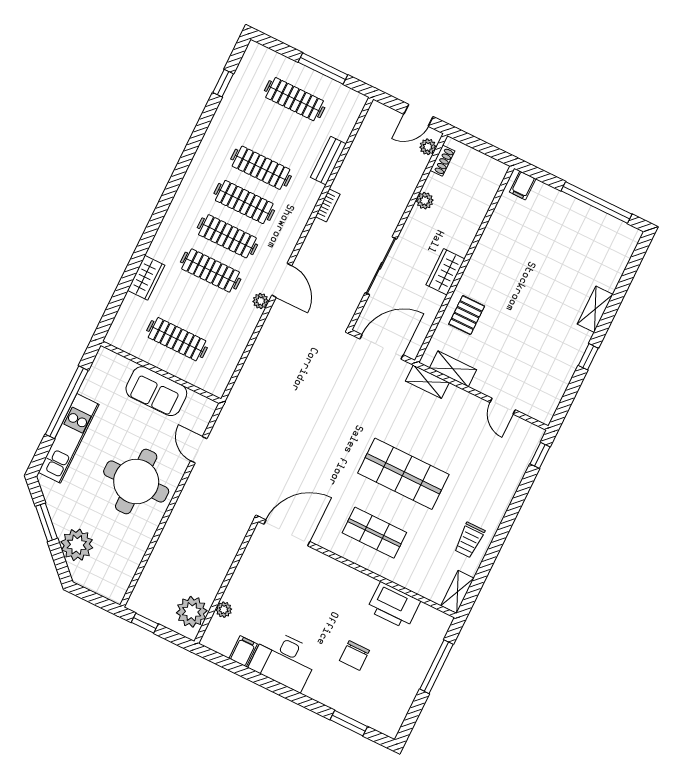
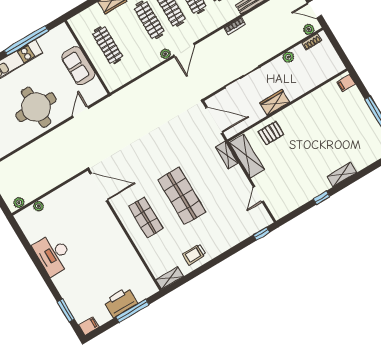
shelving: (453, 369) -> (247, 156), width x1.50, depth x1.33
printer: (394, 605) -> (121, 302), moved, turned 90
plant: (192, 612) -> (19, 203), width x0.53, depth x0.53
filing cabinet: (243, 651) -> (89, 326), moved
chair: (354, 656) -> (92, 276), removed

